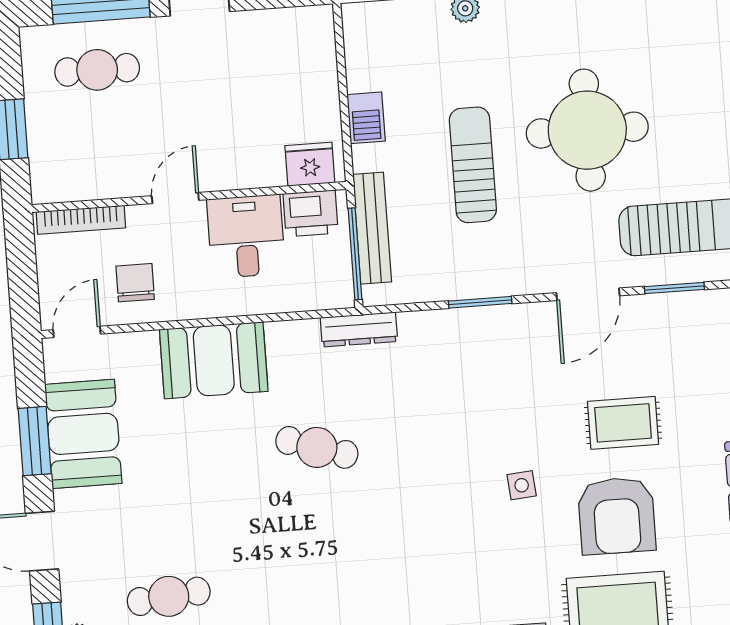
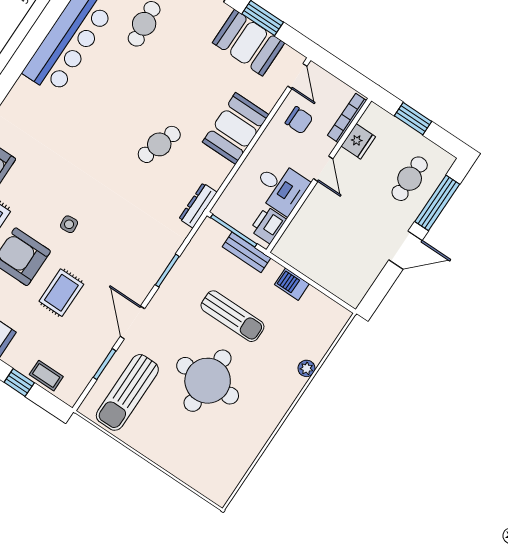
fridge: (310, 164) -> (358, 141), moved
bench: (372, 228) -> (247, 252), width x0.73

